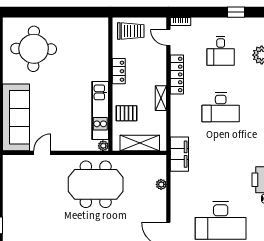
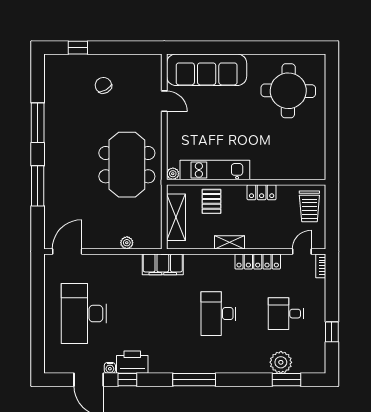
chair: (29, 204) -> (103, 85), added

